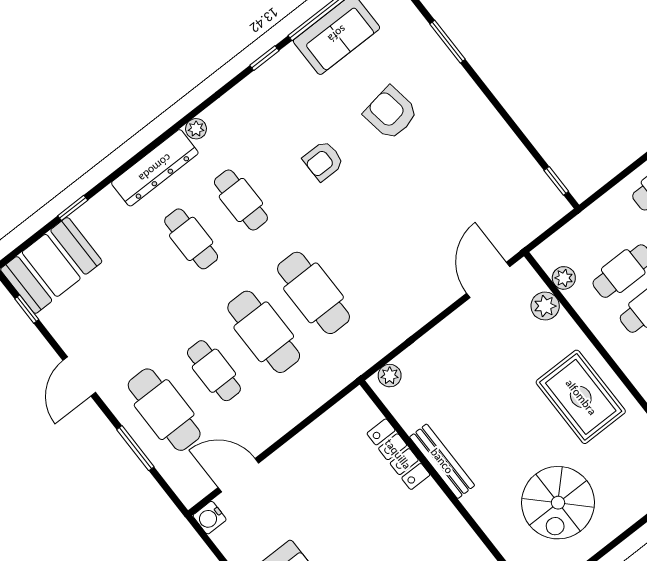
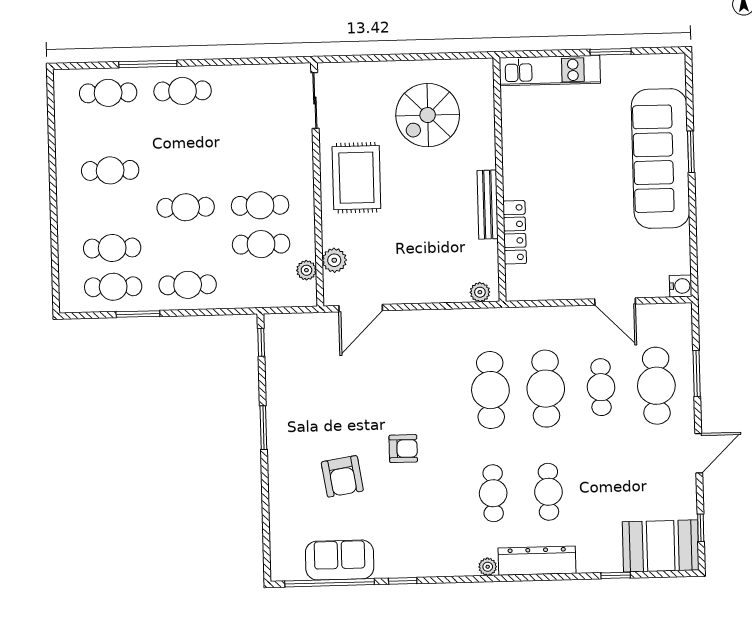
window: (448, 42) -> (263, 428), moved
armchair: (323, 161) -> (403, 449), moved
door: (238, 475) -> (615, 302), moved
spiral stairs: (558, 503) -> (428, 115), turned 180

